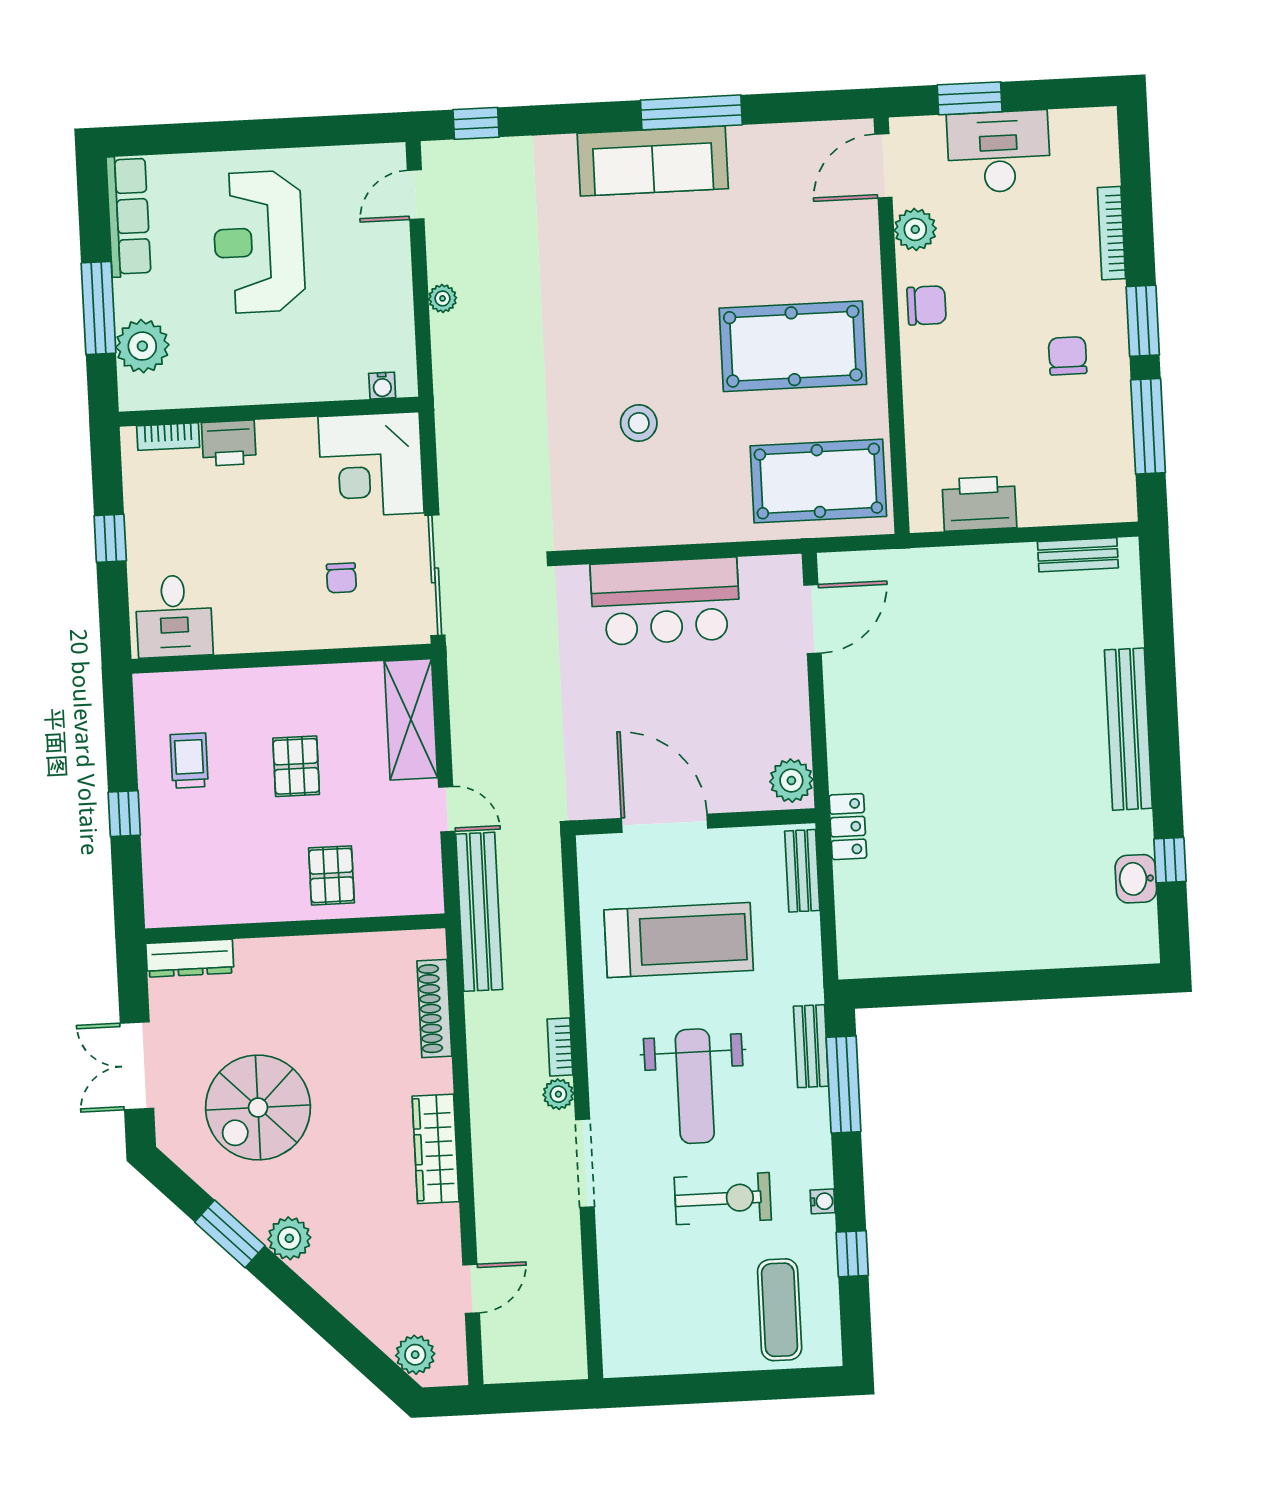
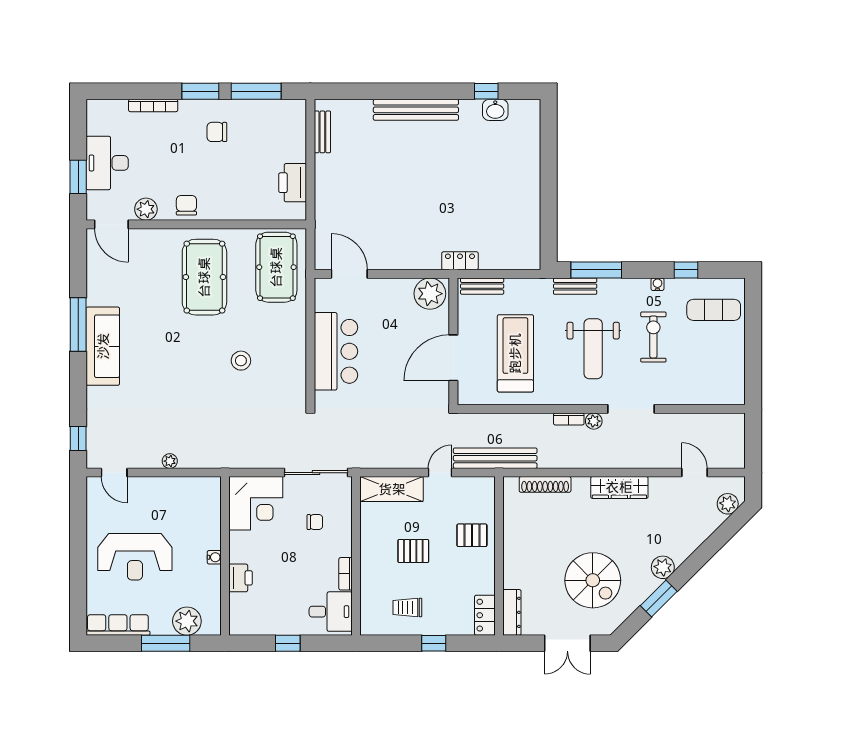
water cooler: (382, 386) -> (214, 557), moved
bookcase: (168, 437) -> (346, 574), moved, turned 180
plant: (791, 781) -> (430, 294), width x1.36, depth x1.36
locker: (182, 907) -> (485, 615), added
weight bench: (695, 1086) -> (593, 349), turned 90

